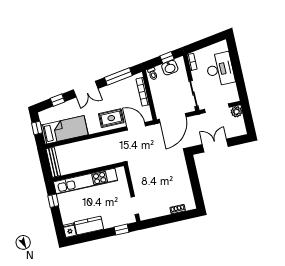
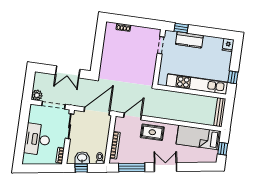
window: (58, 100) -> (195, 167), removed
door: (136, 126) -> (133, 116), swing flipped
kitchen counter: (89, 226) -> (189, 40), moved

